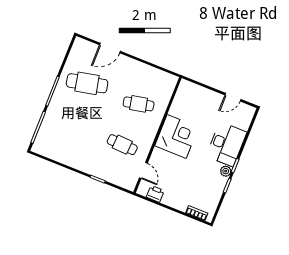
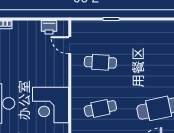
corner desk: (177, 136) -> (51, 105), moved

